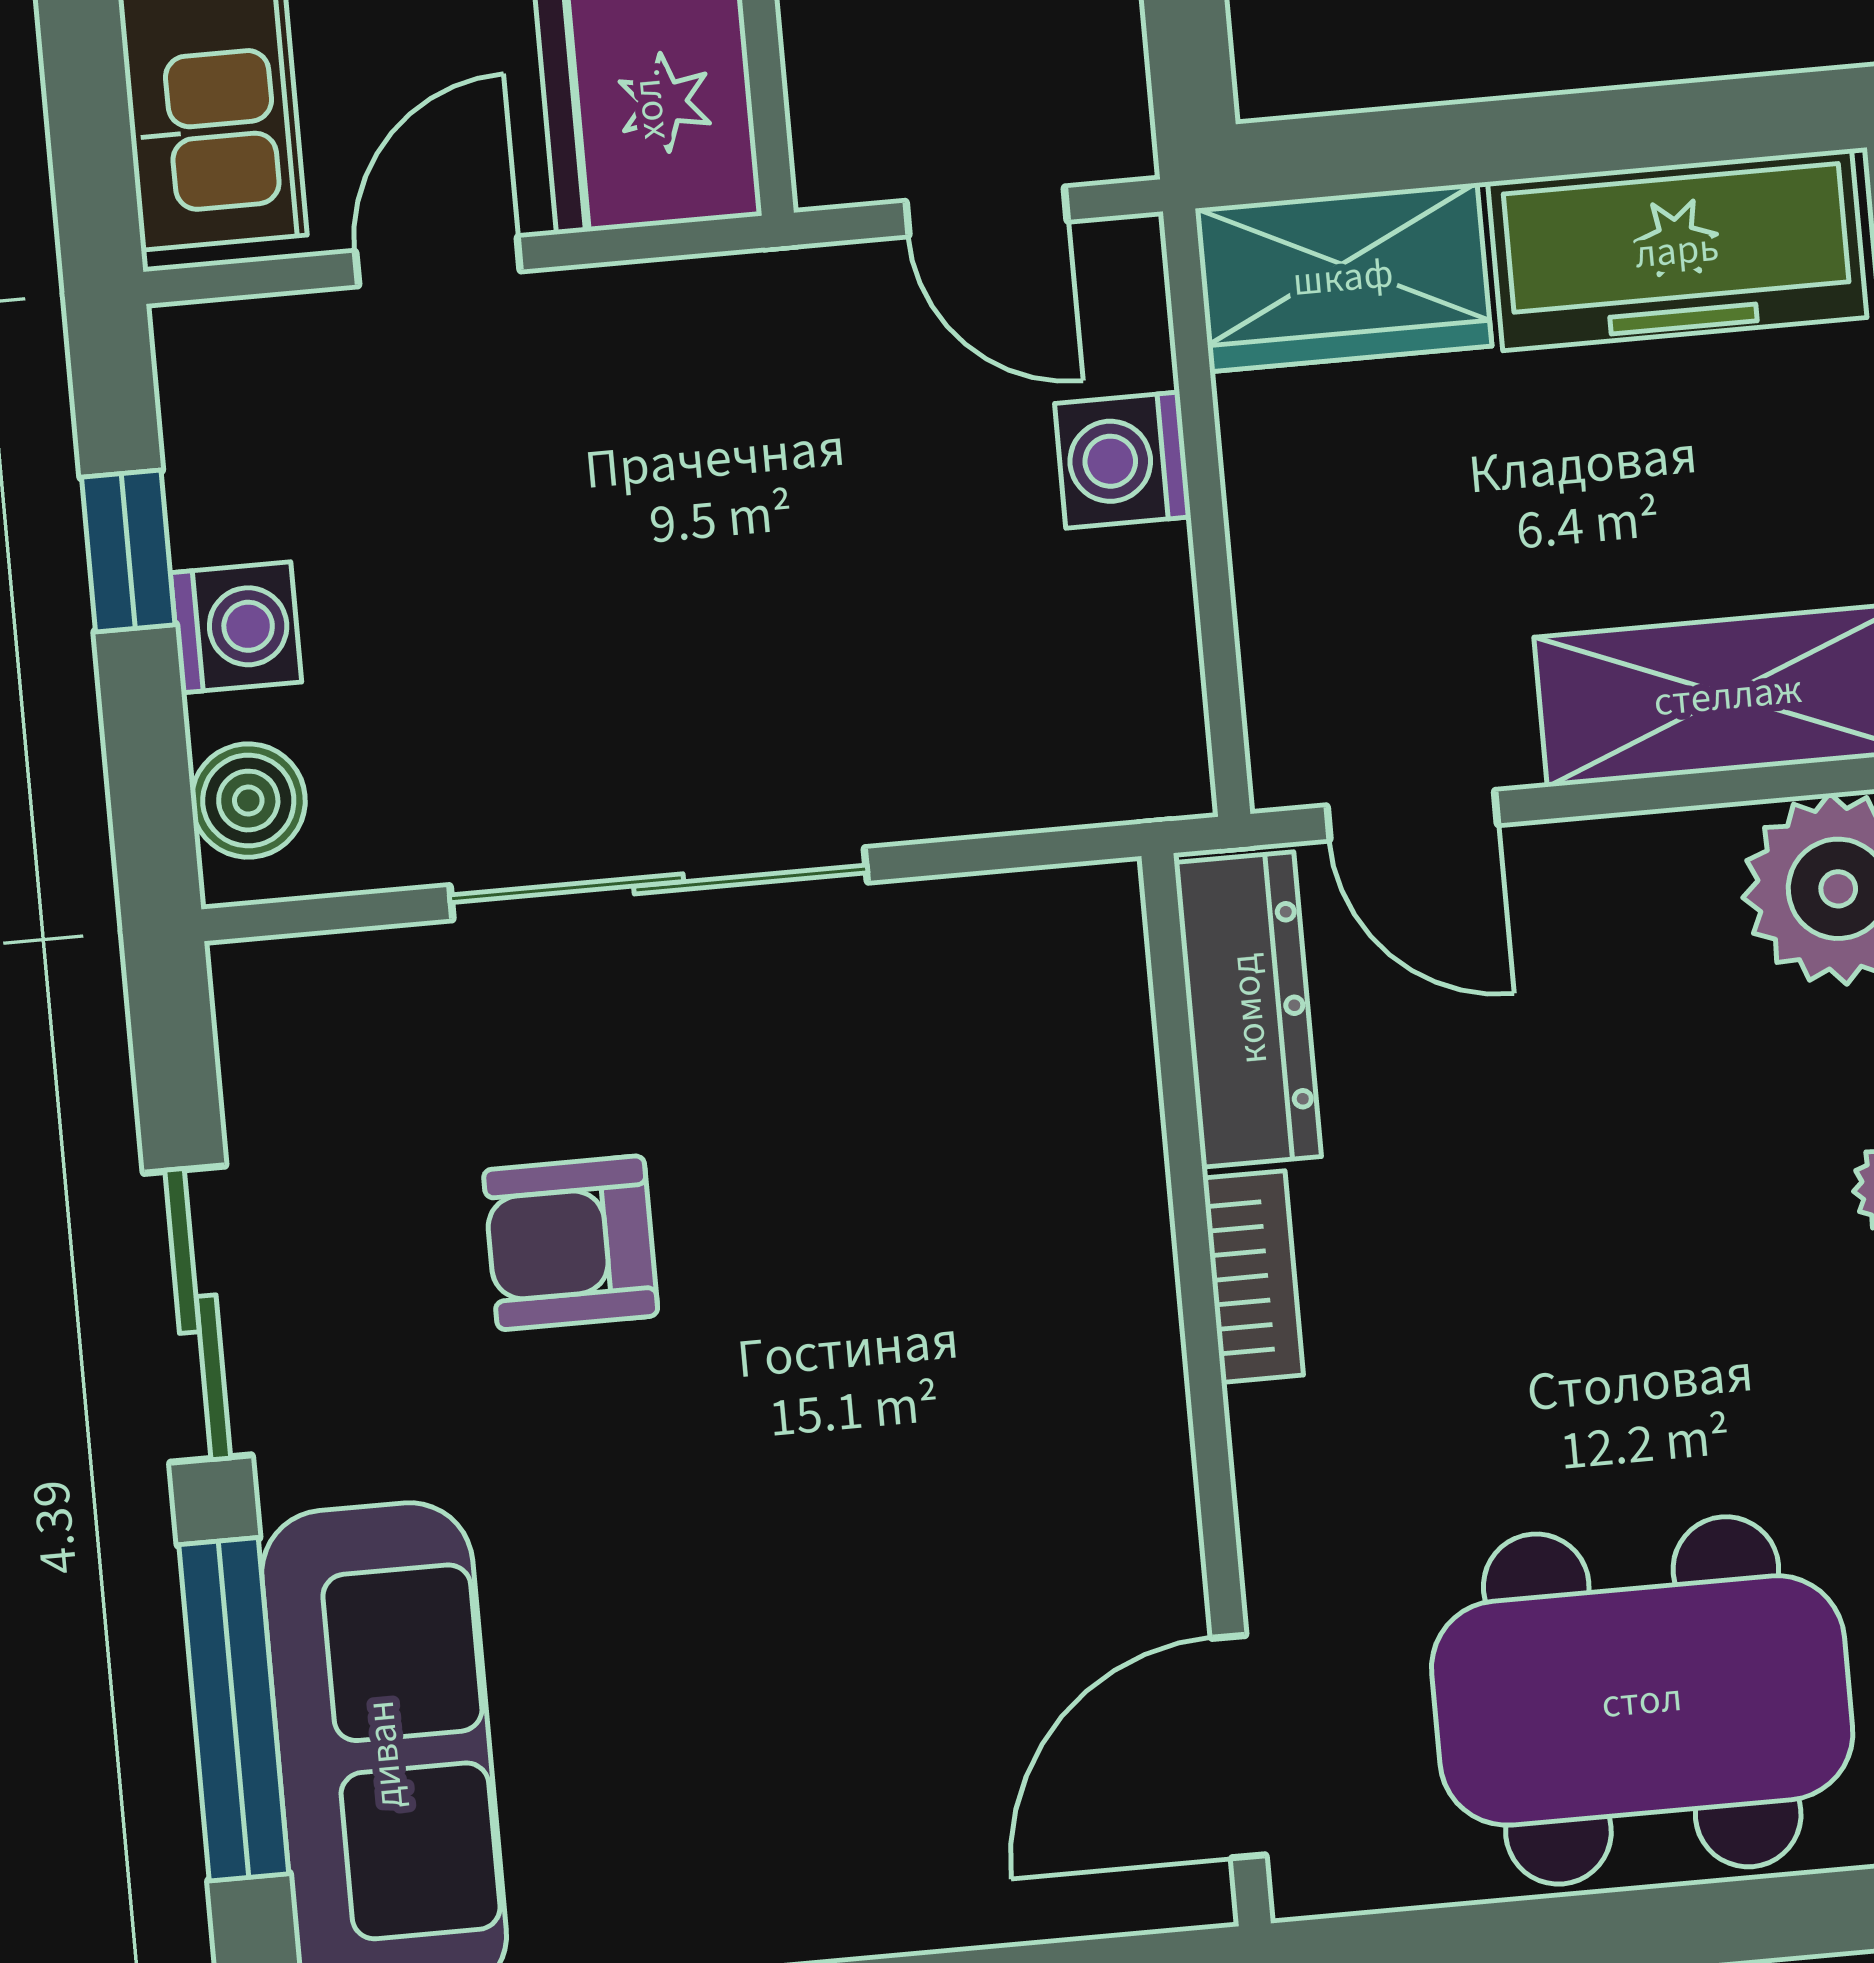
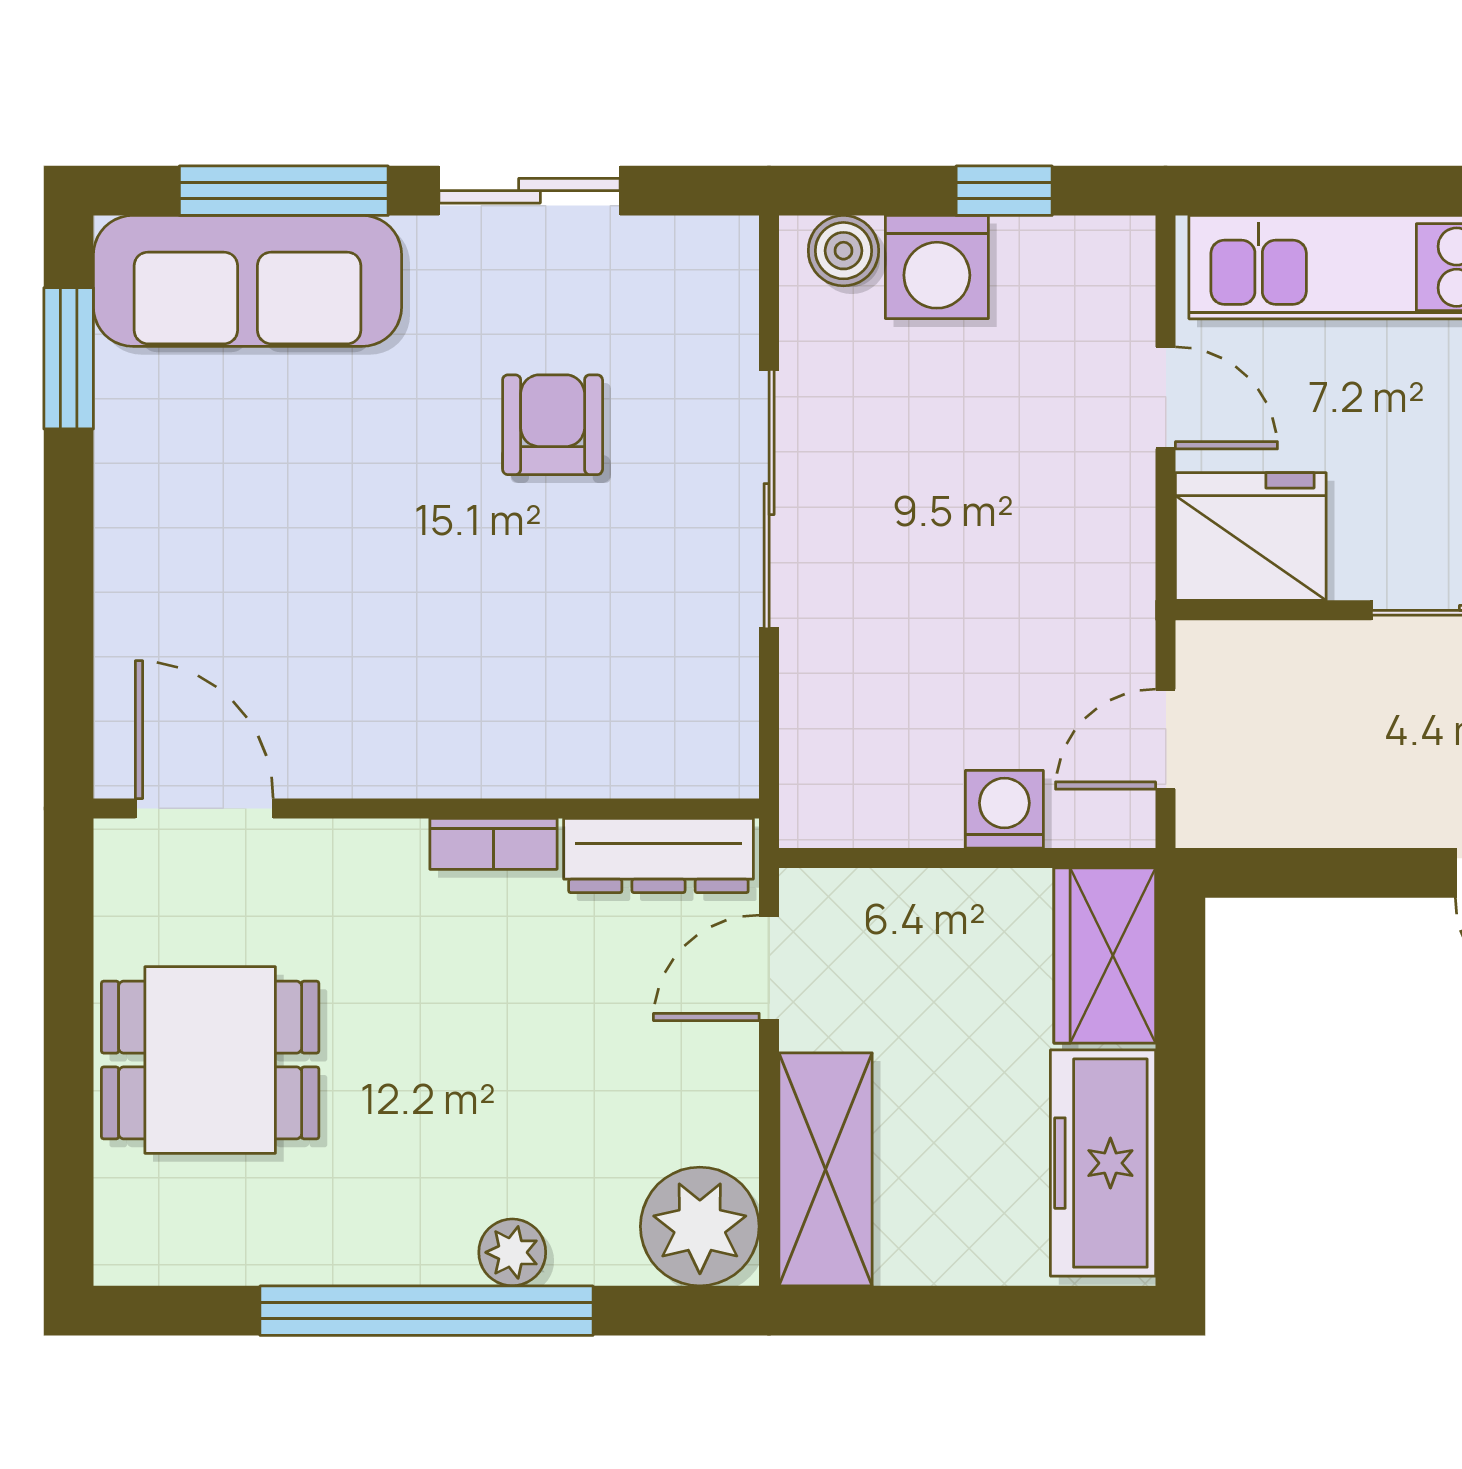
washing machine: (236, 627) -> (937, 267), width x1.38, depth x1.38
dining table: (1642, 1700) -> (210, 1060), width x0.73

